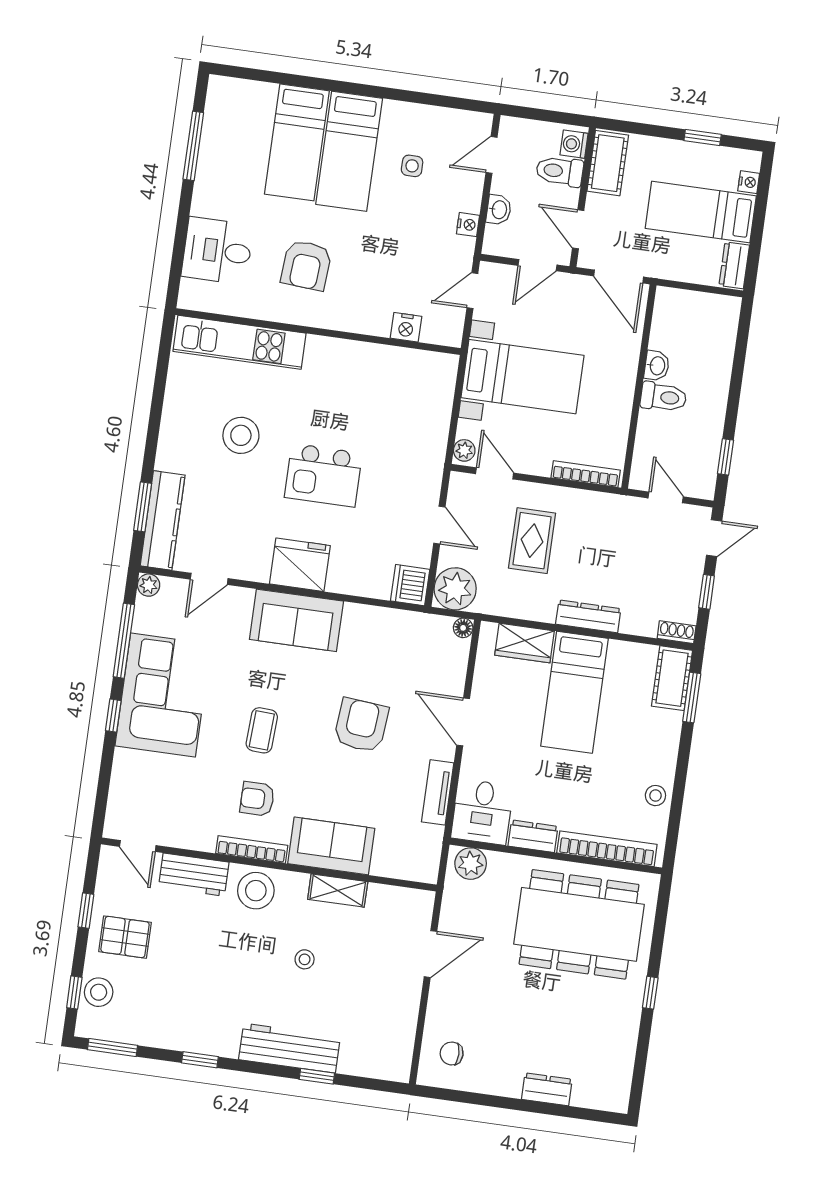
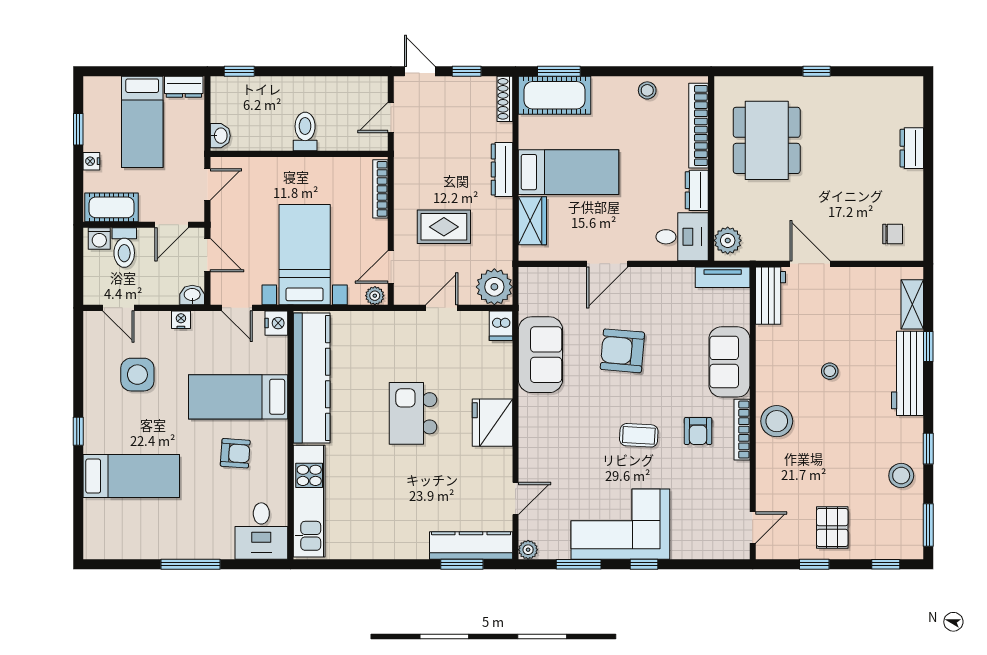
window: (357, 89) -> (78, 431), added
window: (193, 146) -> (190, 564), moved
bed: (349, 151) -> (238, 397), moved, turned 180
side table: (412, 166) -> (137, 375), width x1.87, depth x1.87
nightstand: (749, 182) -> (91, 161), moved, turned -90
washbasin: (499, 210) -> (192, 295), moved
desk: (217, 251) -> (261, 531), moved
armchair: (306, 265) -> (235, 453), width x0.72, depth x0.72
door: (619, 277) -> (207, 184), width x0.73
nightstand: (406, 327) -> (276, 323), moved
kitchen counter: (380, 365) -> (312, 378), added
washbasin: (657, 366) -> (220, 136), moved, turned 90
stool: (241, 435) -> (389, 489), removed
window: (726, 457) -> (239, 71), moved
kitchen island: (323, 475) -> (413, 413), turned 180
door: (209, 579) -> (515, 499), hinge flipped
dishwasher: (410, 585) -> (501, 326), width x0.73
sofa: (296, 620) -> (540, 355), moved
floor lamp: (463, 628) -> (527, 275), removed
shoe rack: (677, 632) -> (505, 99), width x1.43
window: (124, 641) -> (579, 564), width x0.69
cot: (672, 678) -> (554, 95), width x1.37, depth x1.34
tv unit: (438, 792) -> (723, 277), moved
workbench: (194, 875) -> (771, 296), moved
shelving: (338, 890) -> (912, 304), moved
dining table: (579, 924) -> (767, 140), width x0.73, depth x0.80
stool: (99, 992) -> (901, 476), moved
chair: (452, 1053) -> (893, 234), turned -90

